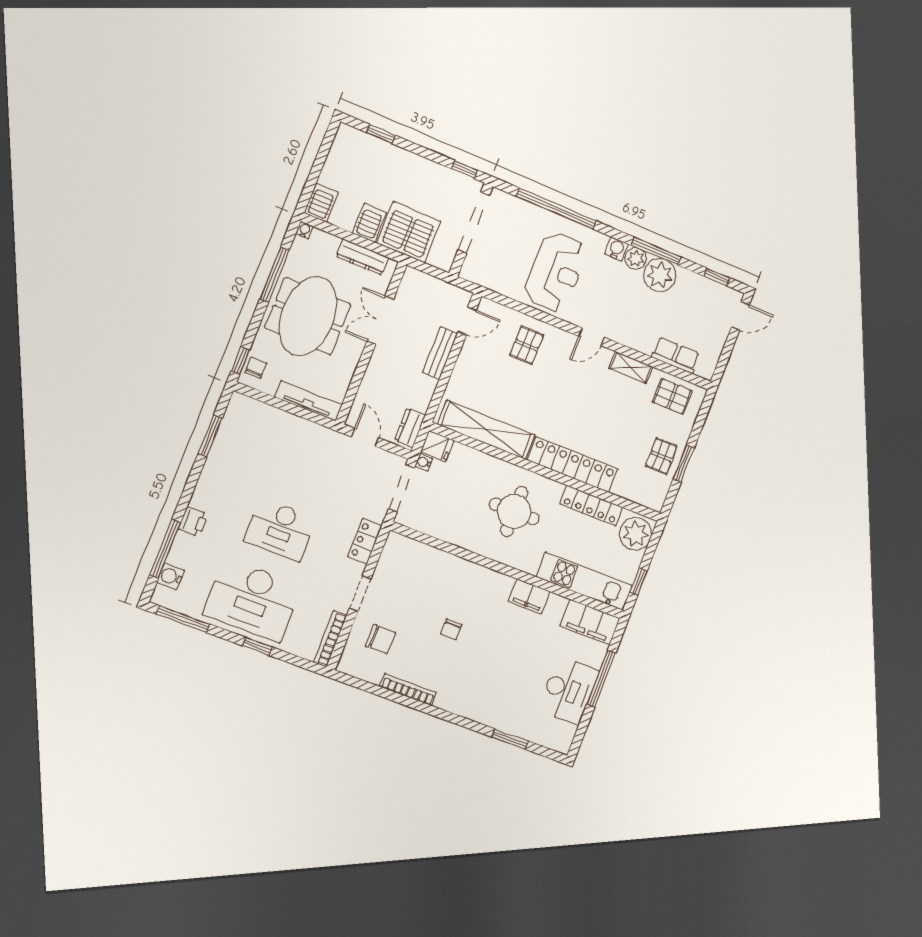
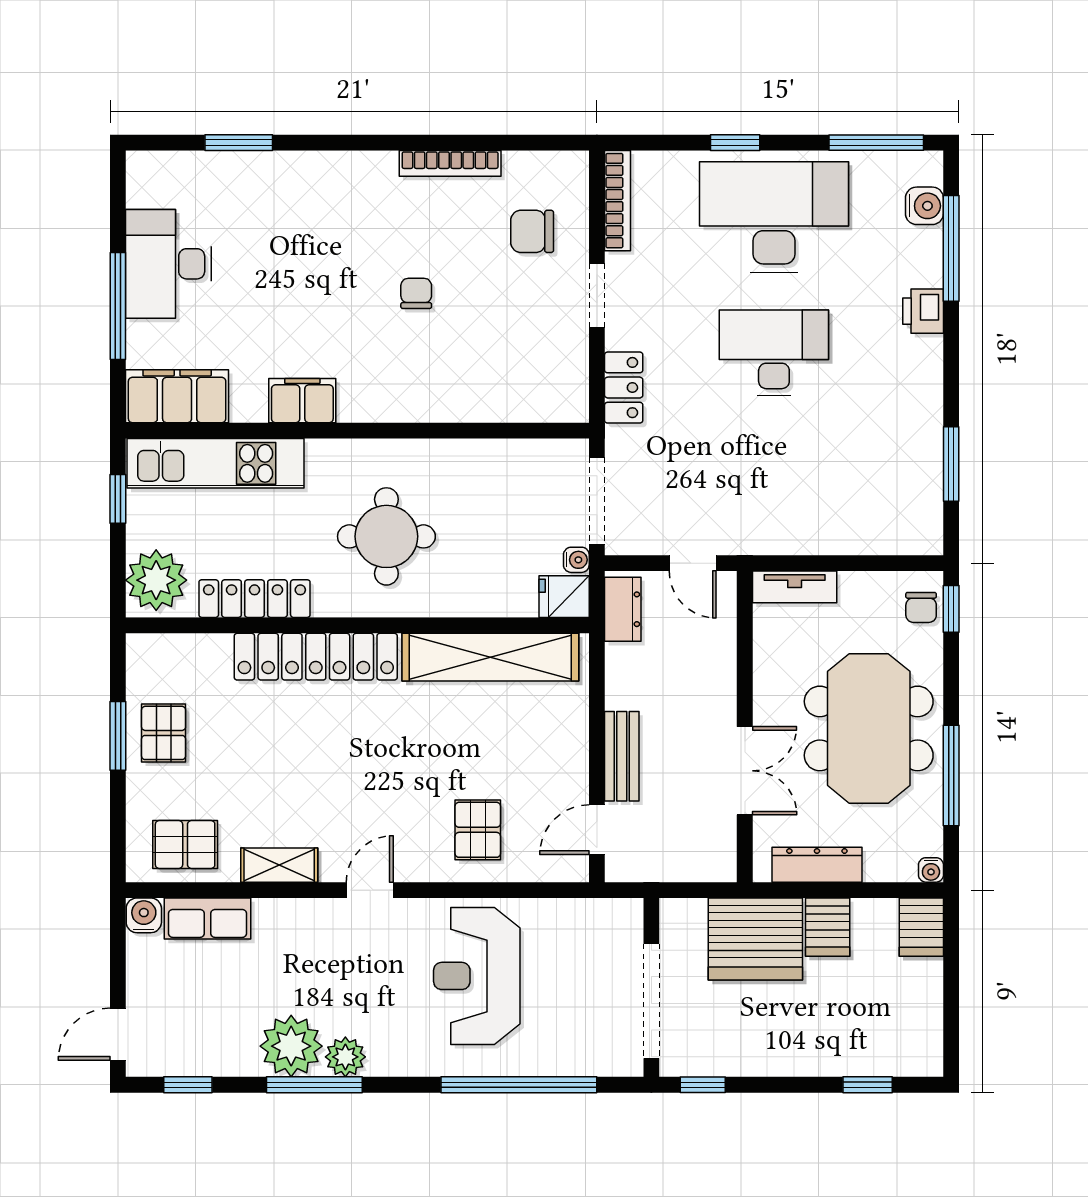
water cooler: (616, 249) -> (144, 915), moved, turned 180
tv unit: (309, 401) -> (795, 587), width x0.71

